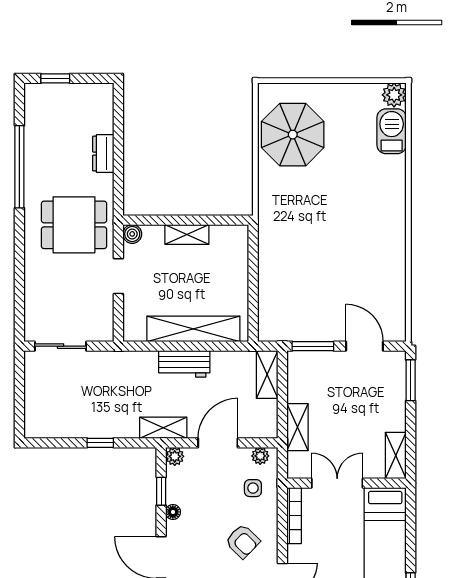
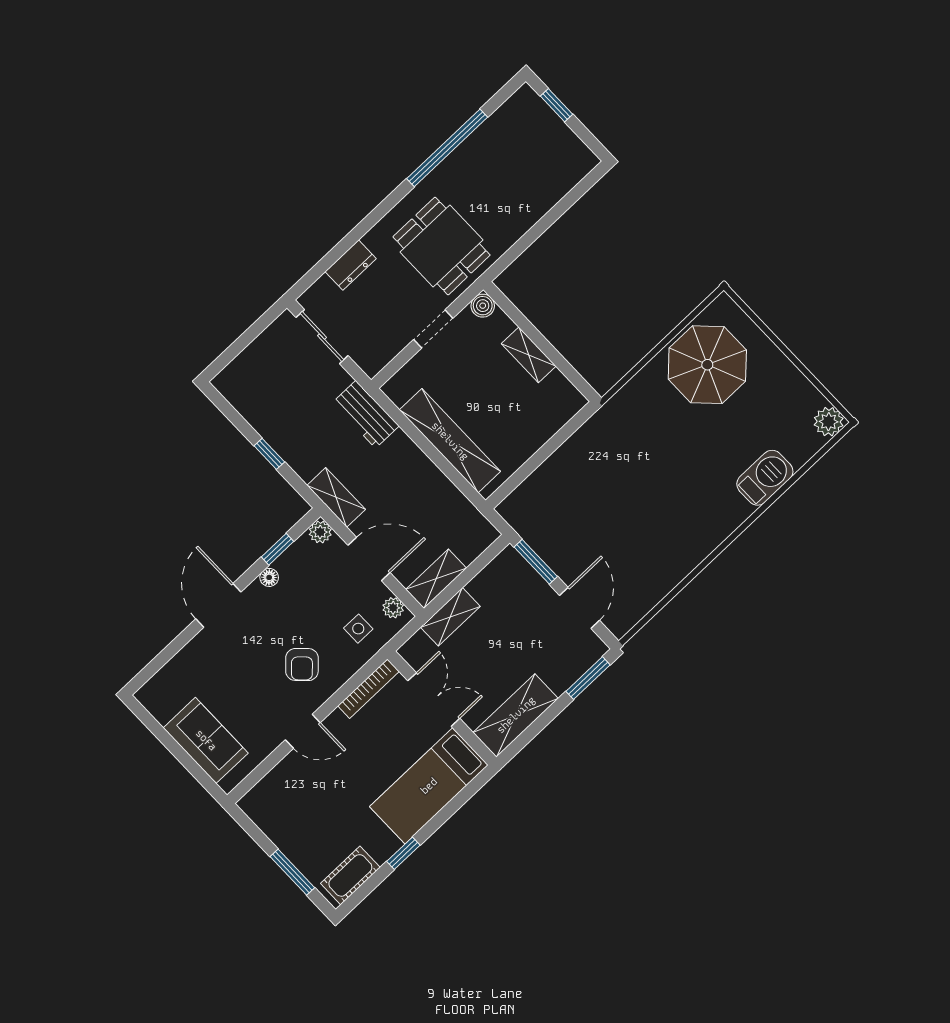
barbecue: (392, 131) -> (765, 478), moved
dresser: (103, 154) -> (351, 265), moved, turned 180
workbench: (184, 364) -> (366, 414), moved
shelving: (267, 374) -> (436, 579), moved
shelving: (396, 456) -> (516, 715), width x1.50, depth x1.33

